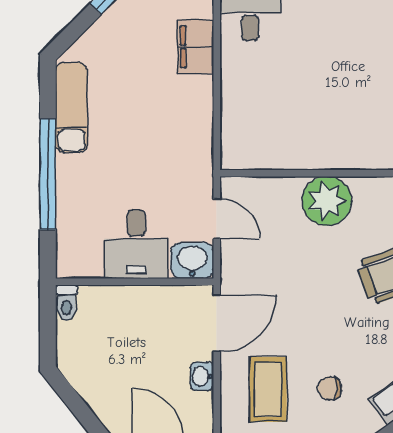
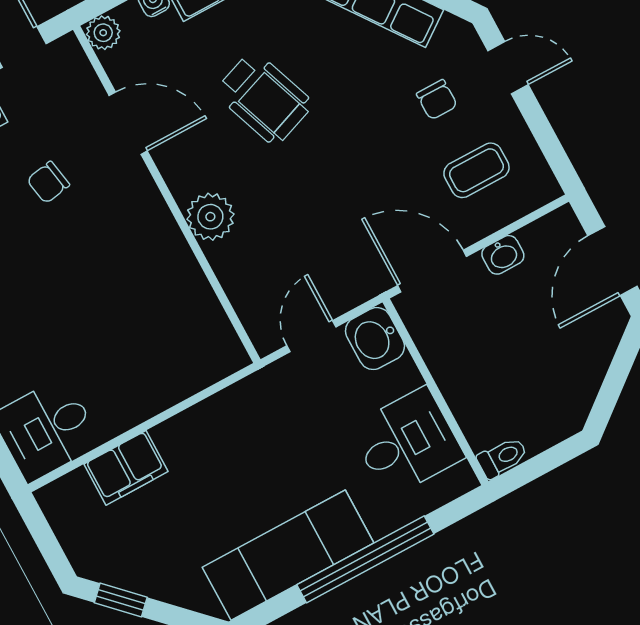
exam couch: (71, 107) -> (288, 555), width x1.36, depth x1.45
plant: (327, 201) -> (210, 217), width x0.73, depth x0.73
desk: (136, 244) -> (407, 442), moved
coffee table: (268, 389) -> (476, 170), width x0.73, depth x0.77

